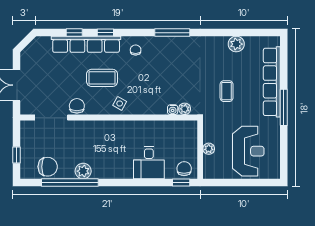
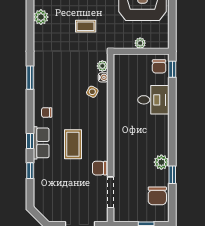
window: (172, 33) -> (30, 78), width x0.69
row of seats: (86, 44) -> (41, 143), width x0.50
side table: (120, 103) -> (92, 92), moved
chair: (48, 167) -> (157, 196), turned 180
chair: (184, 169) -> (159, 66), turned -90
window: (70, 183) -> (172, 175), width x0.32

